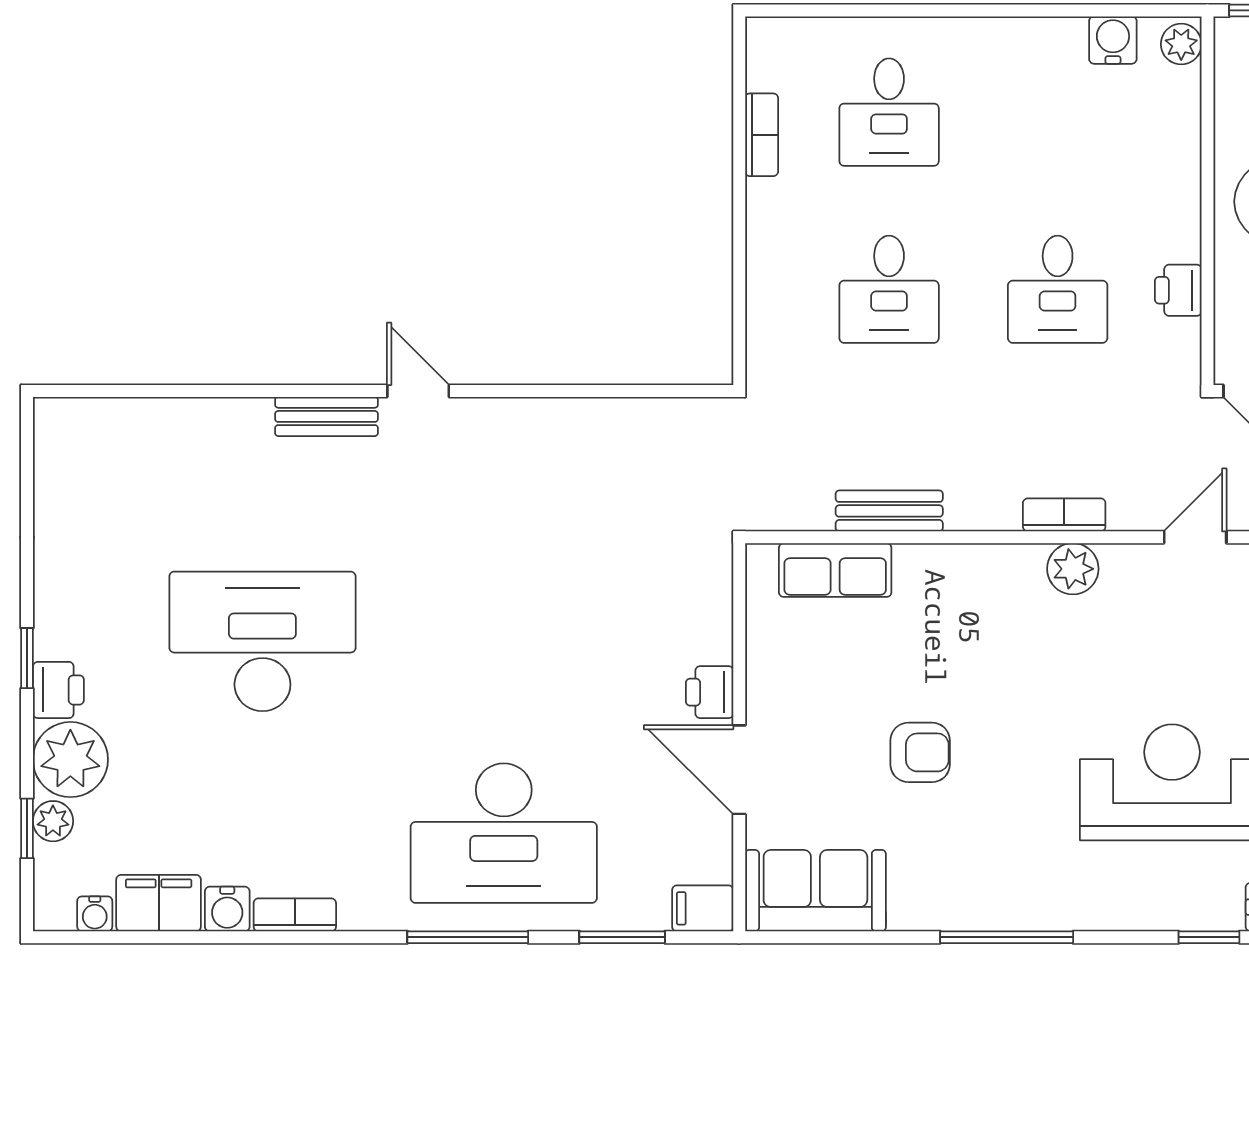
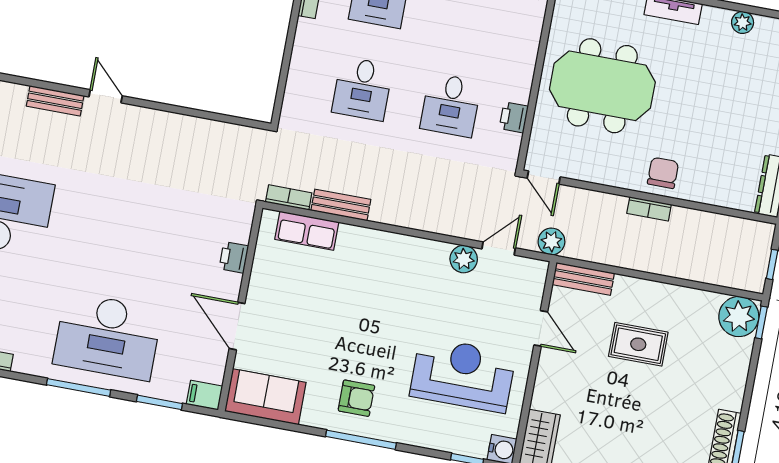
bookcase: (1064, 515) -> (289, 197), moved
plant: (1073, 569) -> (464, 259), moved
printer: (710, 692) -> (234, 257), moved
armchair: (920, 752) -> (356, 398), moved

